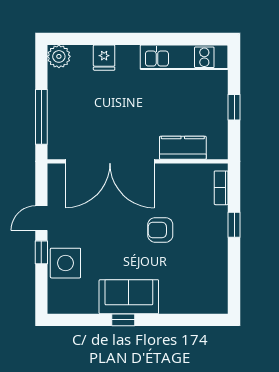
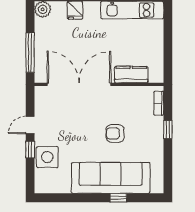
window: (234, 107) -> (168, 46), removed
double door: (110, 161) -> (79, 84), swing flipped
sofa: (129, 297) -> (111, 178), width x1.85, depth x1.27
window: (123, 320) -> (118, 198), moved

